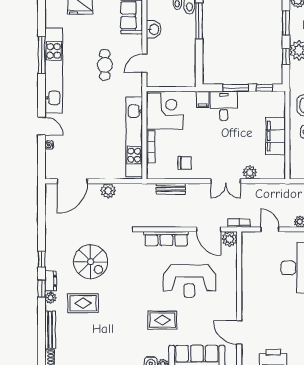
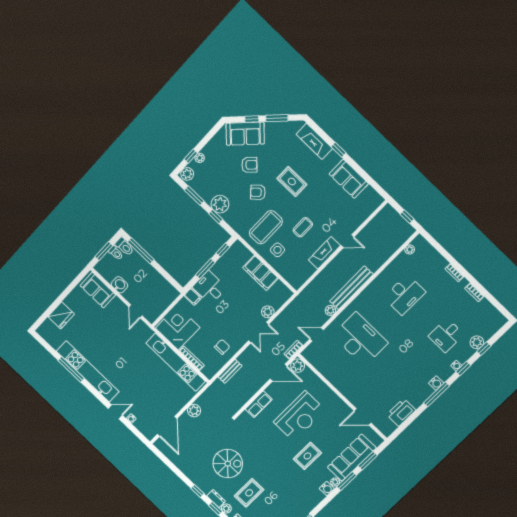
cafe table: (105, 65) -> (113, 337), removed
row of seats: (166, 239) -> (259, 404), width x0.68

